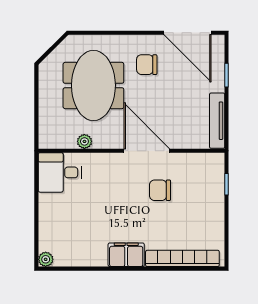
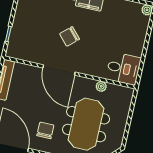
chair: (147, 65) -> (45, 130), turned -90
chair: (160, 190) -> (70, 36), moved, turned 138

